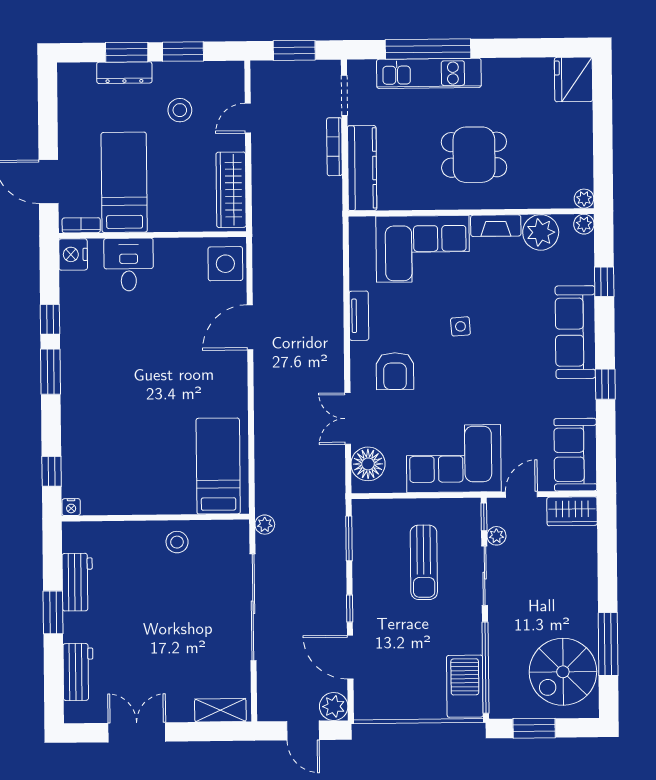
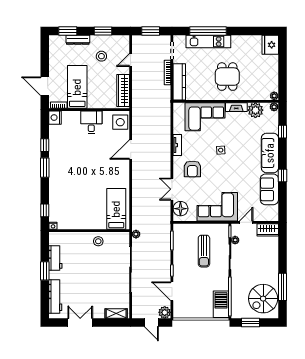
window: (127, 52) -> (68, 31), moved
dining table: (474, 155) -> (227, 77), turned 90
desk: (129, 265) -> (91, 122), moved
sofa: (575, 455) -> (269, 189), moved
workbench: (78, 672) -> (55, 296), width x1.38

